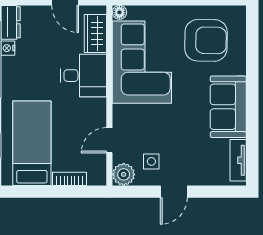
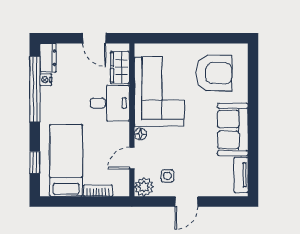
floor lamp: (119, 12) -> (140, 134), moved

